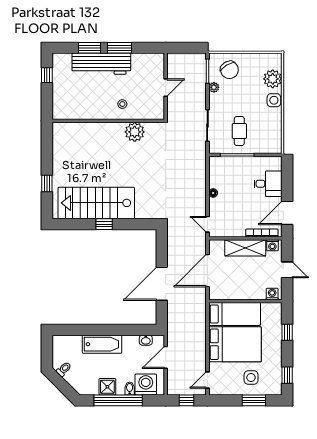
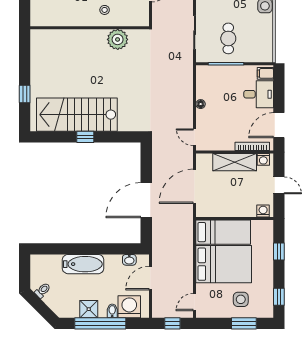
filing cabinet: (274, 164) -> (265, 73), added

